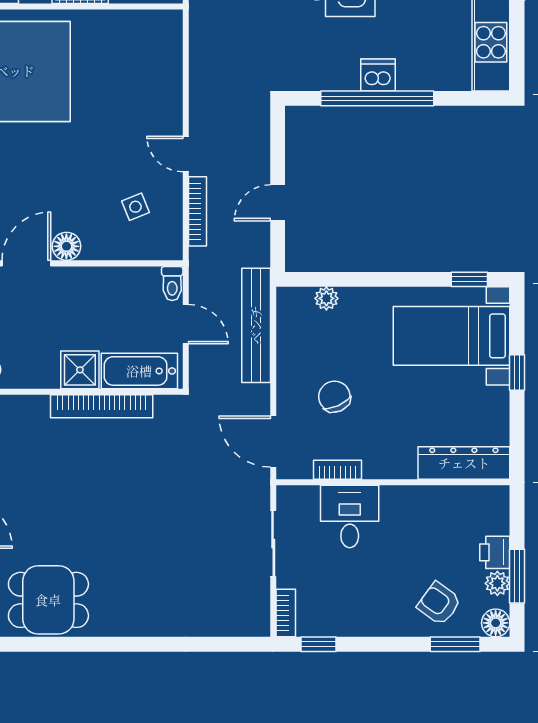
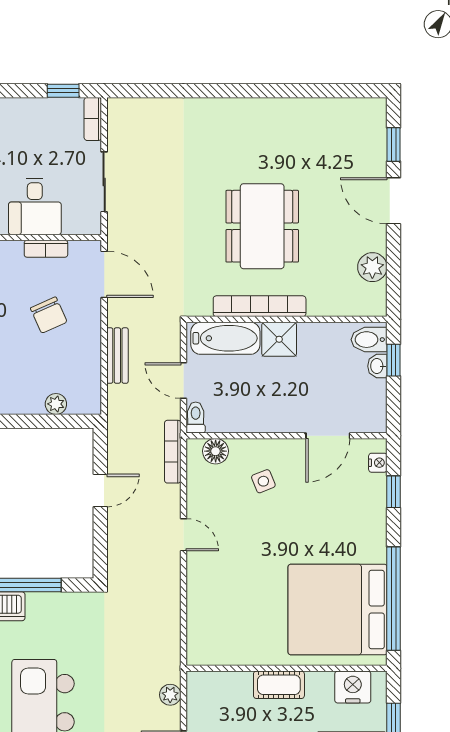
side table: (135, 207) -> (263, 481), moved
bookcase: (198, 211) -> (173, 452), moved
floor lamp: (66, 246) -> (216, 451), moved
bench: (256, 325) -> (117, 356), width x0.54, depth x0.82
dining table: (48, 600) -> (262, 226), moved, width x1.38

